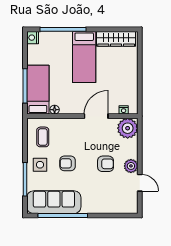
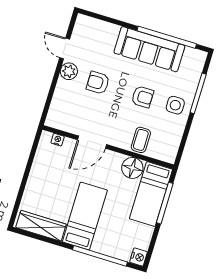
floor lamp: (55, 110) -> (132, 168), width x1.89, depth x1.89
plant: (128, 128) -> (59, 117), removed
coffee table: (43, 137) -> (141, 140), moved
sofa: (54, 202) -> (149, 49), moved

